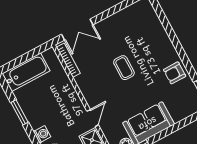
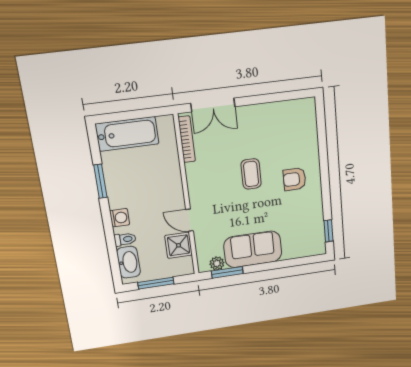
armchair: (175, 73) -> (294, 179), moved
door: (93, 118) -> (190, 220), swing flipped

